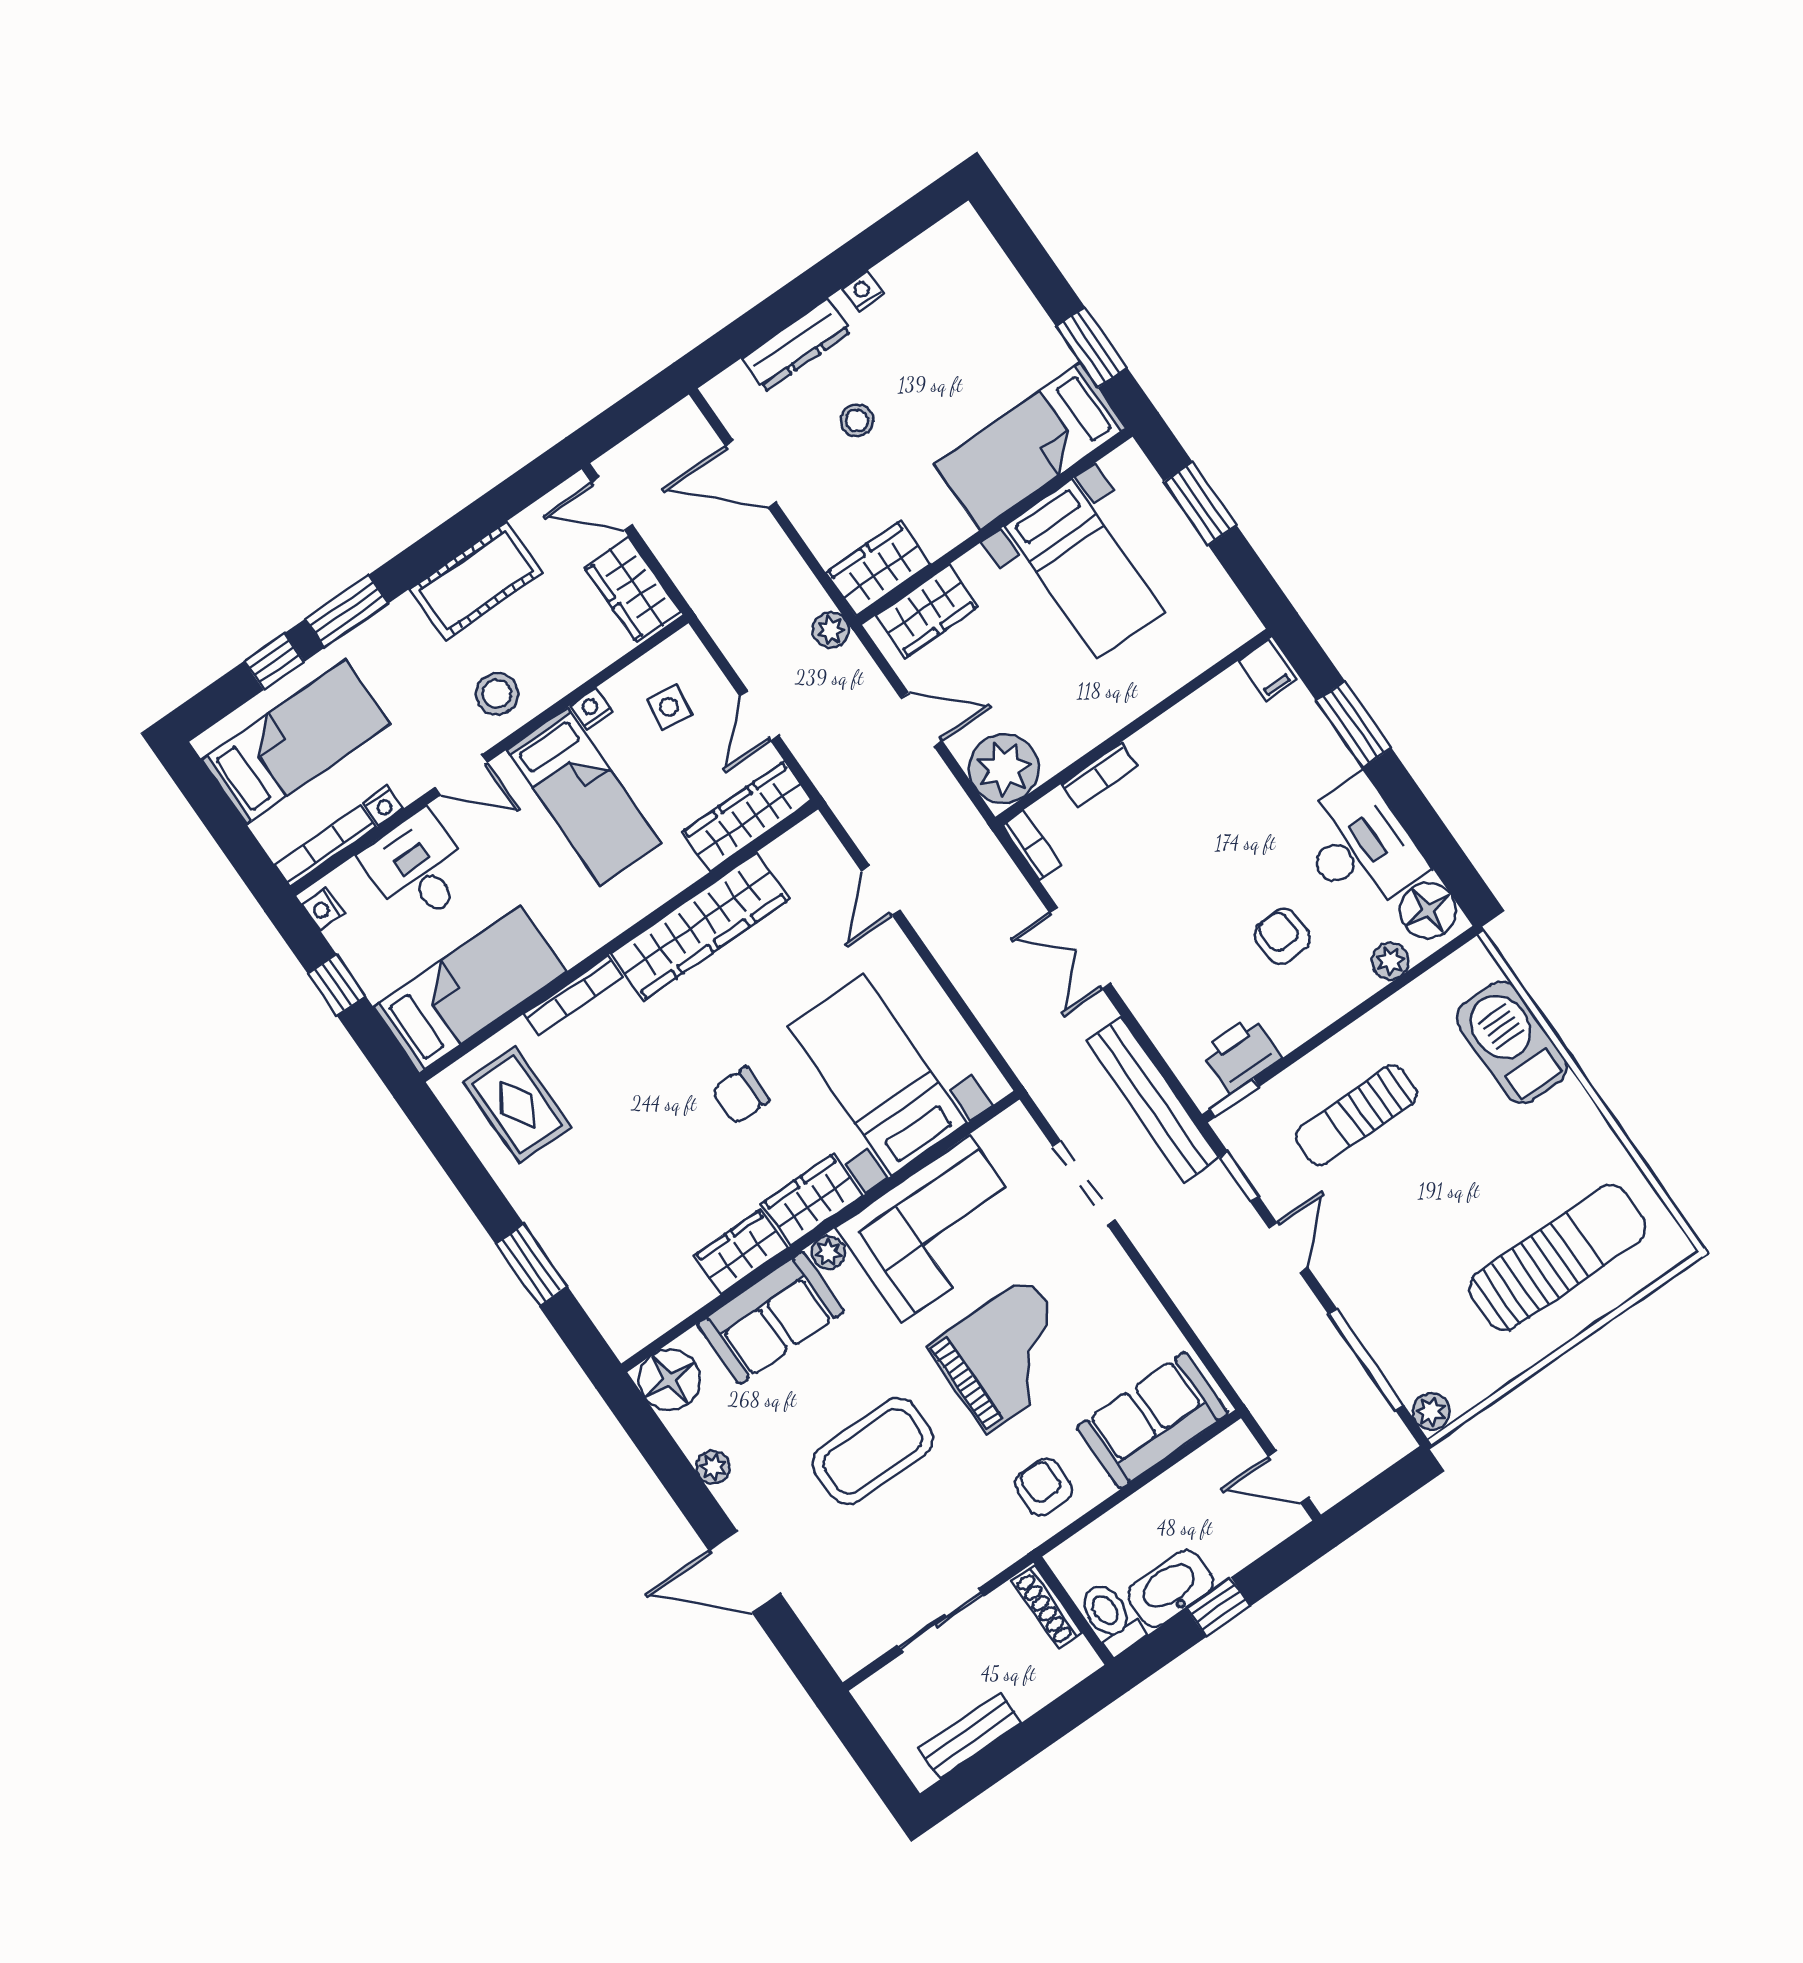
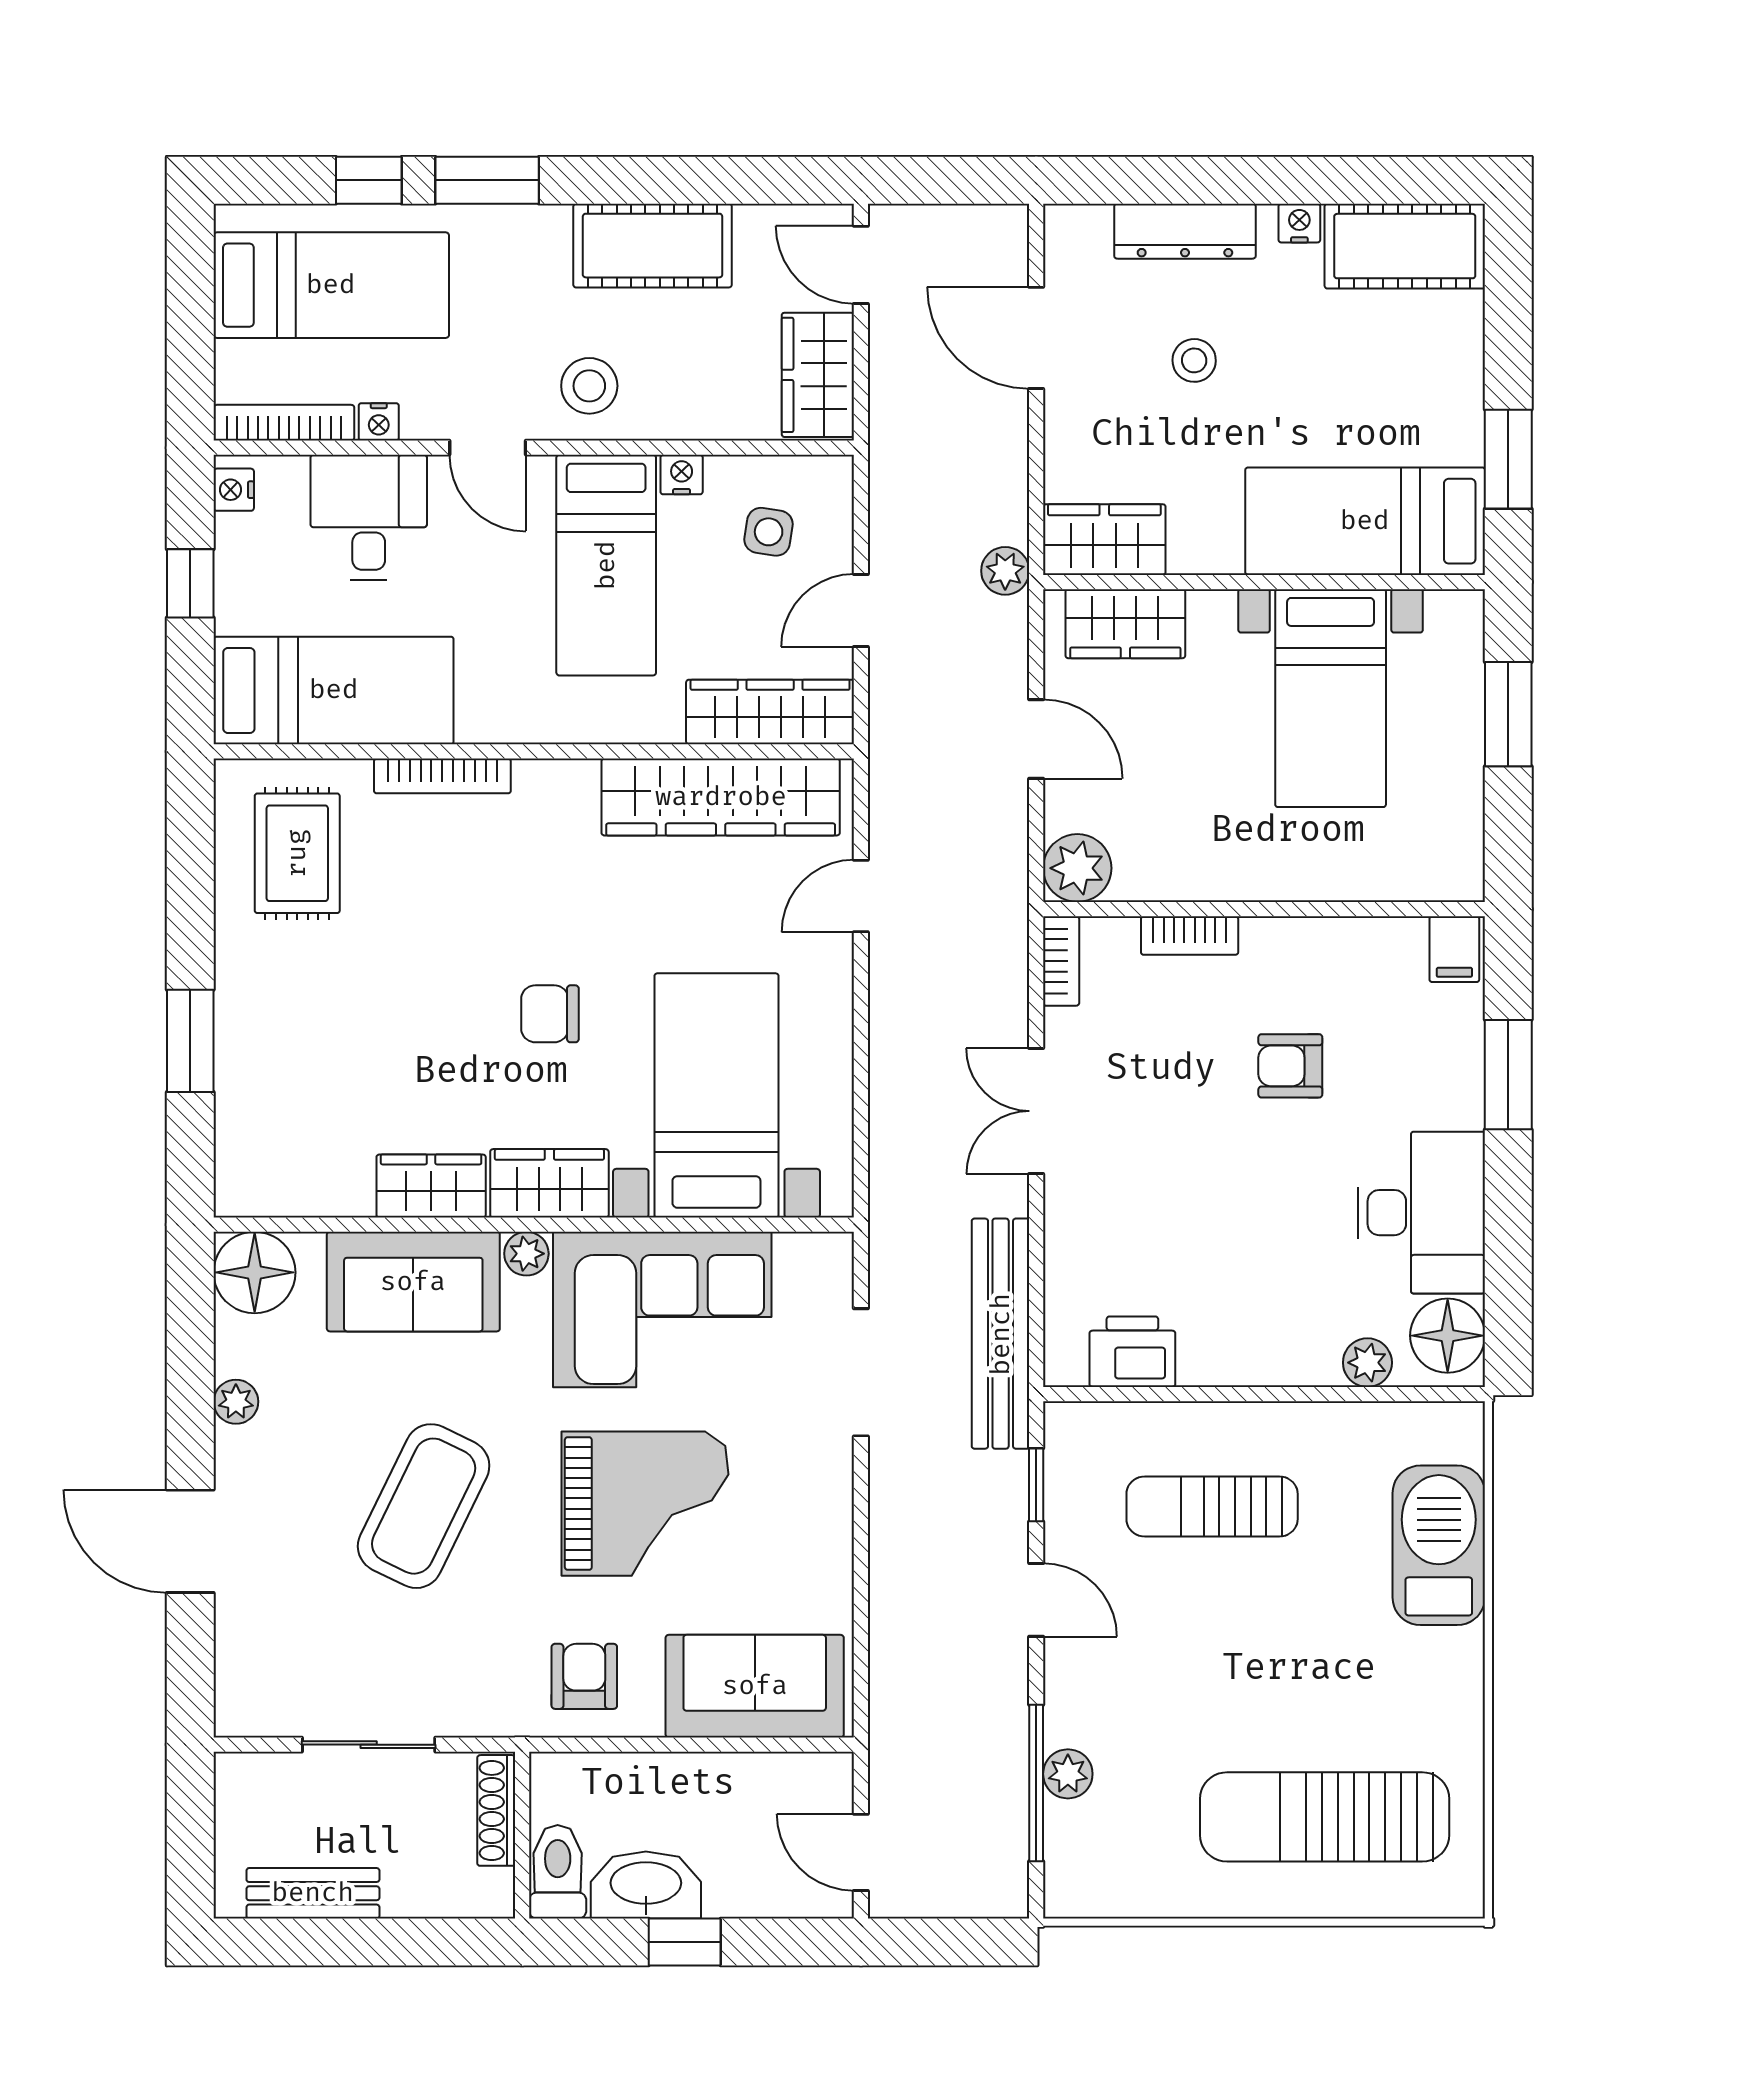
cot: (937, 261) -> (1405, 246), added
plant: (1004, 768) -> (1077, 868), width x0.73, depth x0.73
wardrobe: (700, 926) -> (721, 797), moved
armchair: (1282, 936) -> (1290, 1066), moved, turned -87
window: (1234, 1098) -> (1091, 1394), removed
door: (1288, 1248) -> (1036, 1600), hinge flipped
sun lounger: (1558, 1258) -> (1325, 1817), turned 180
plant: (1431, 1412) -> (1068, 1774), moved
coffee table: (873, 1451) -> (424, 1506), turned -64

